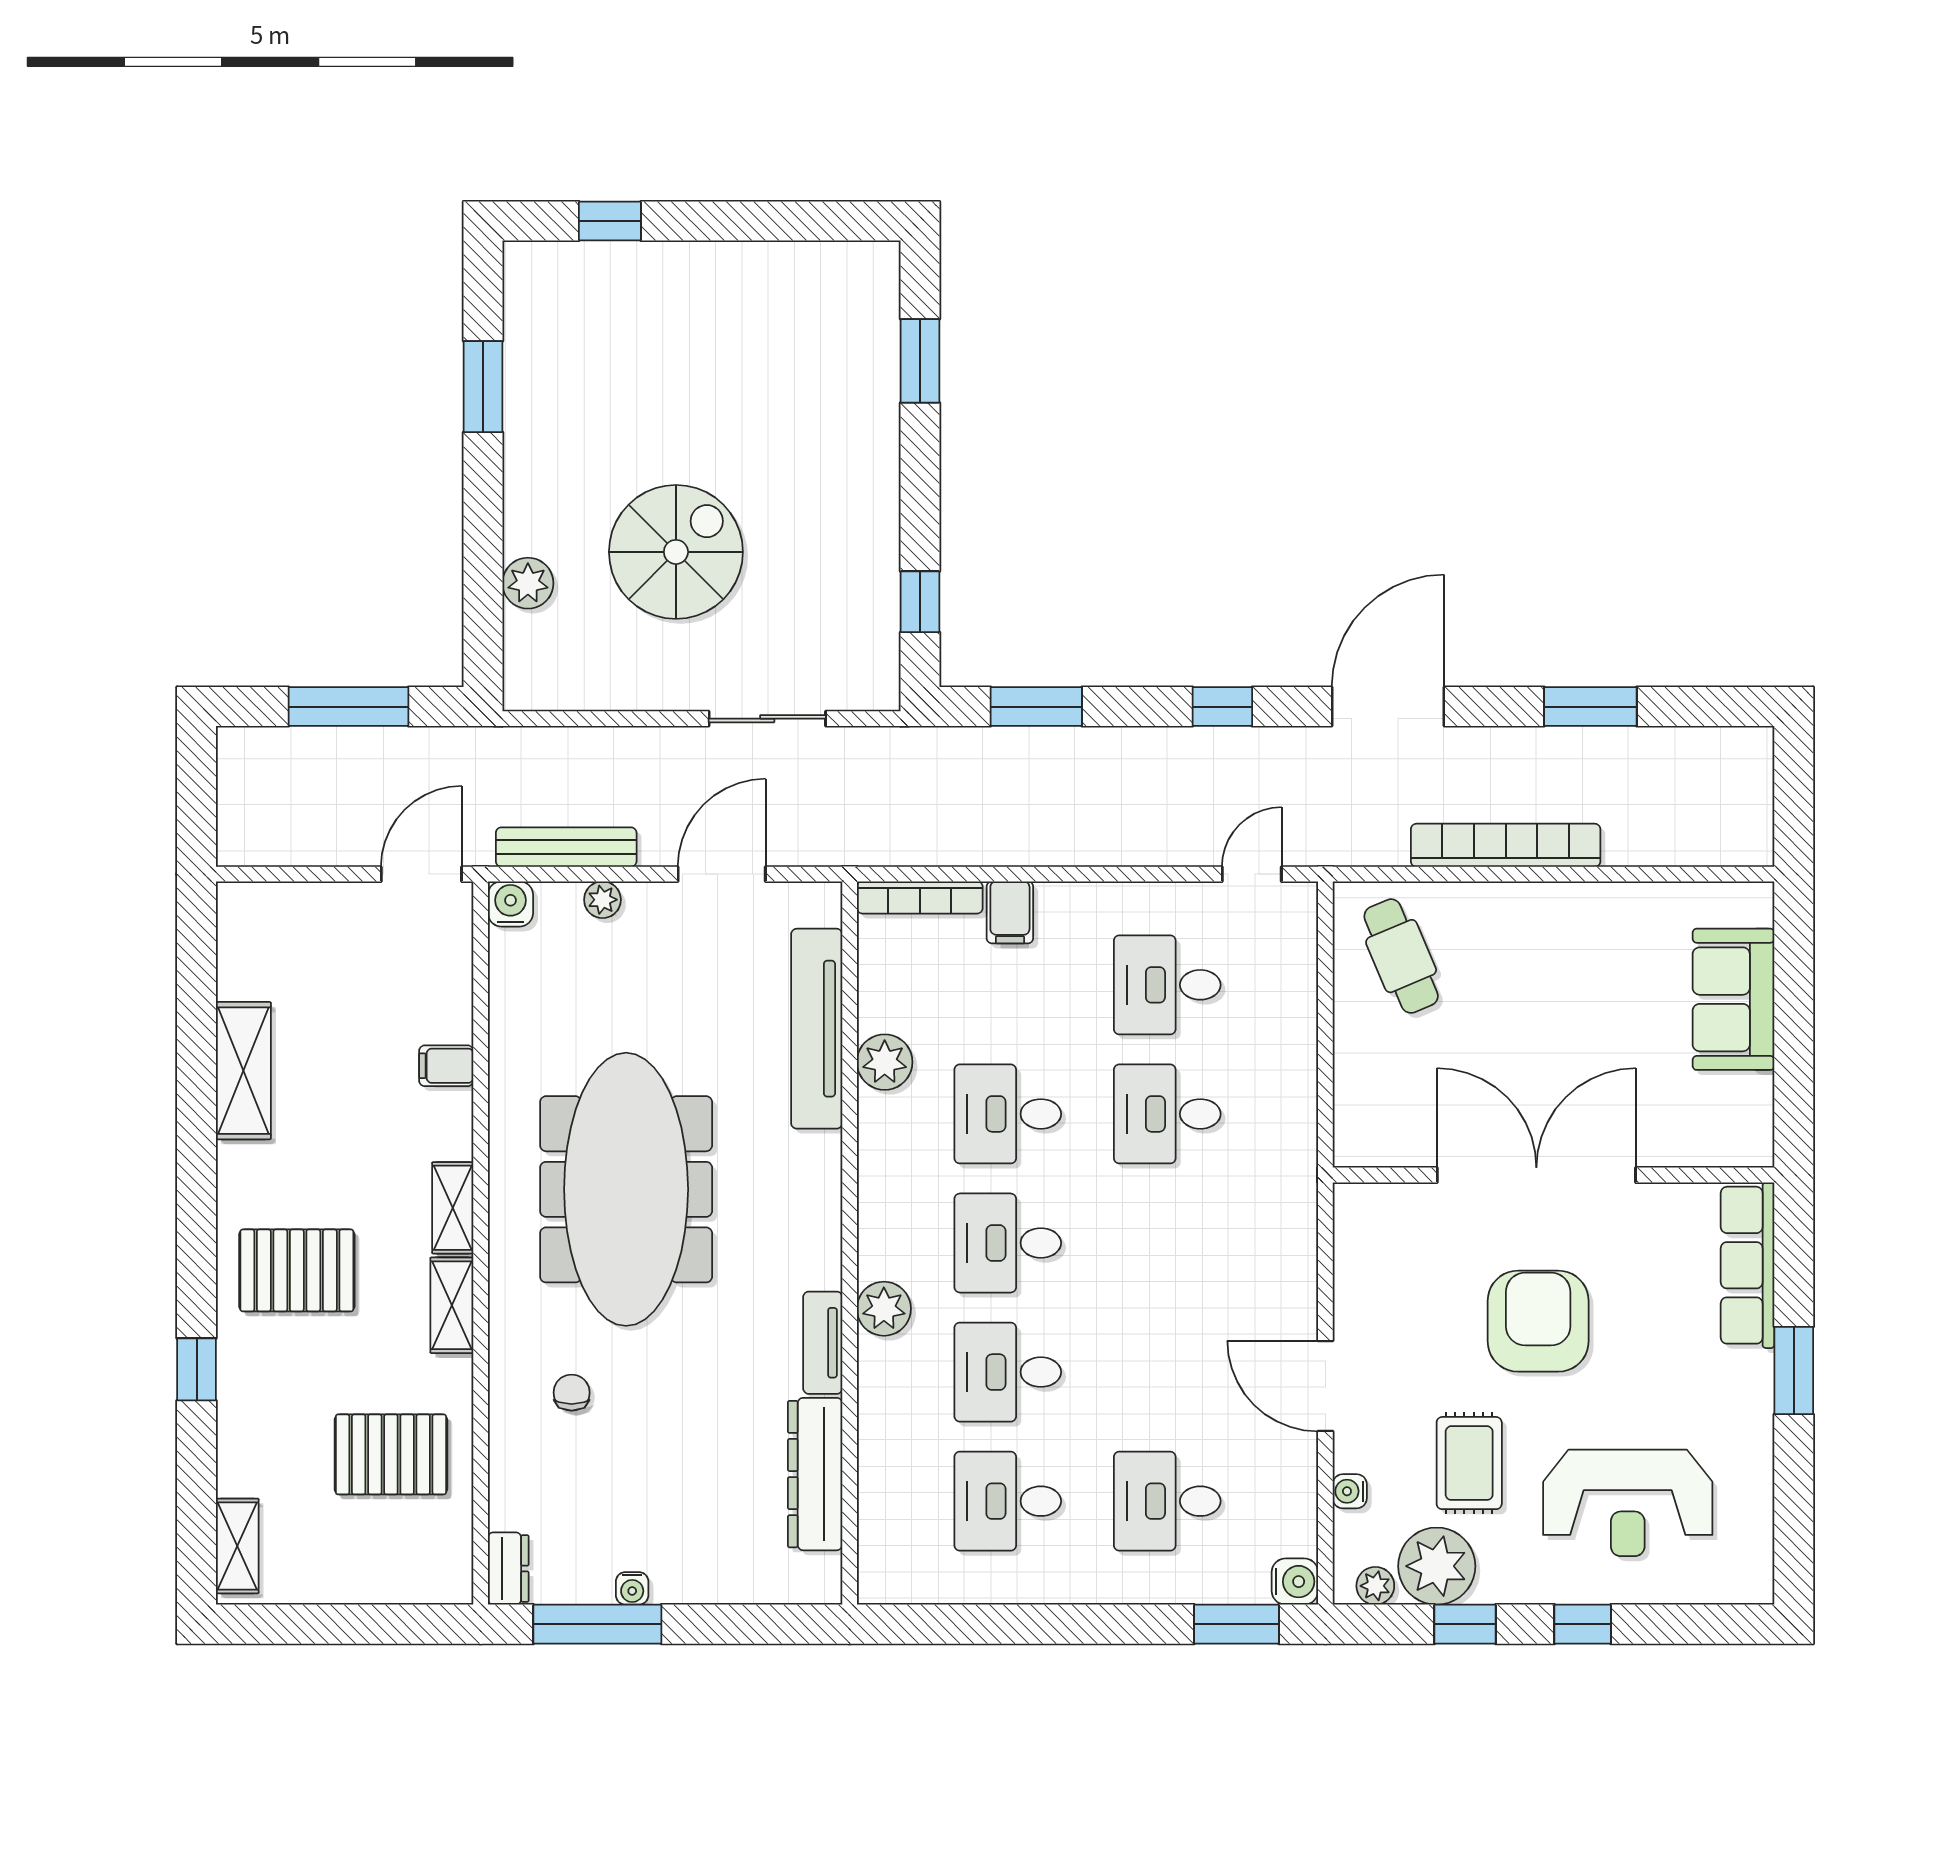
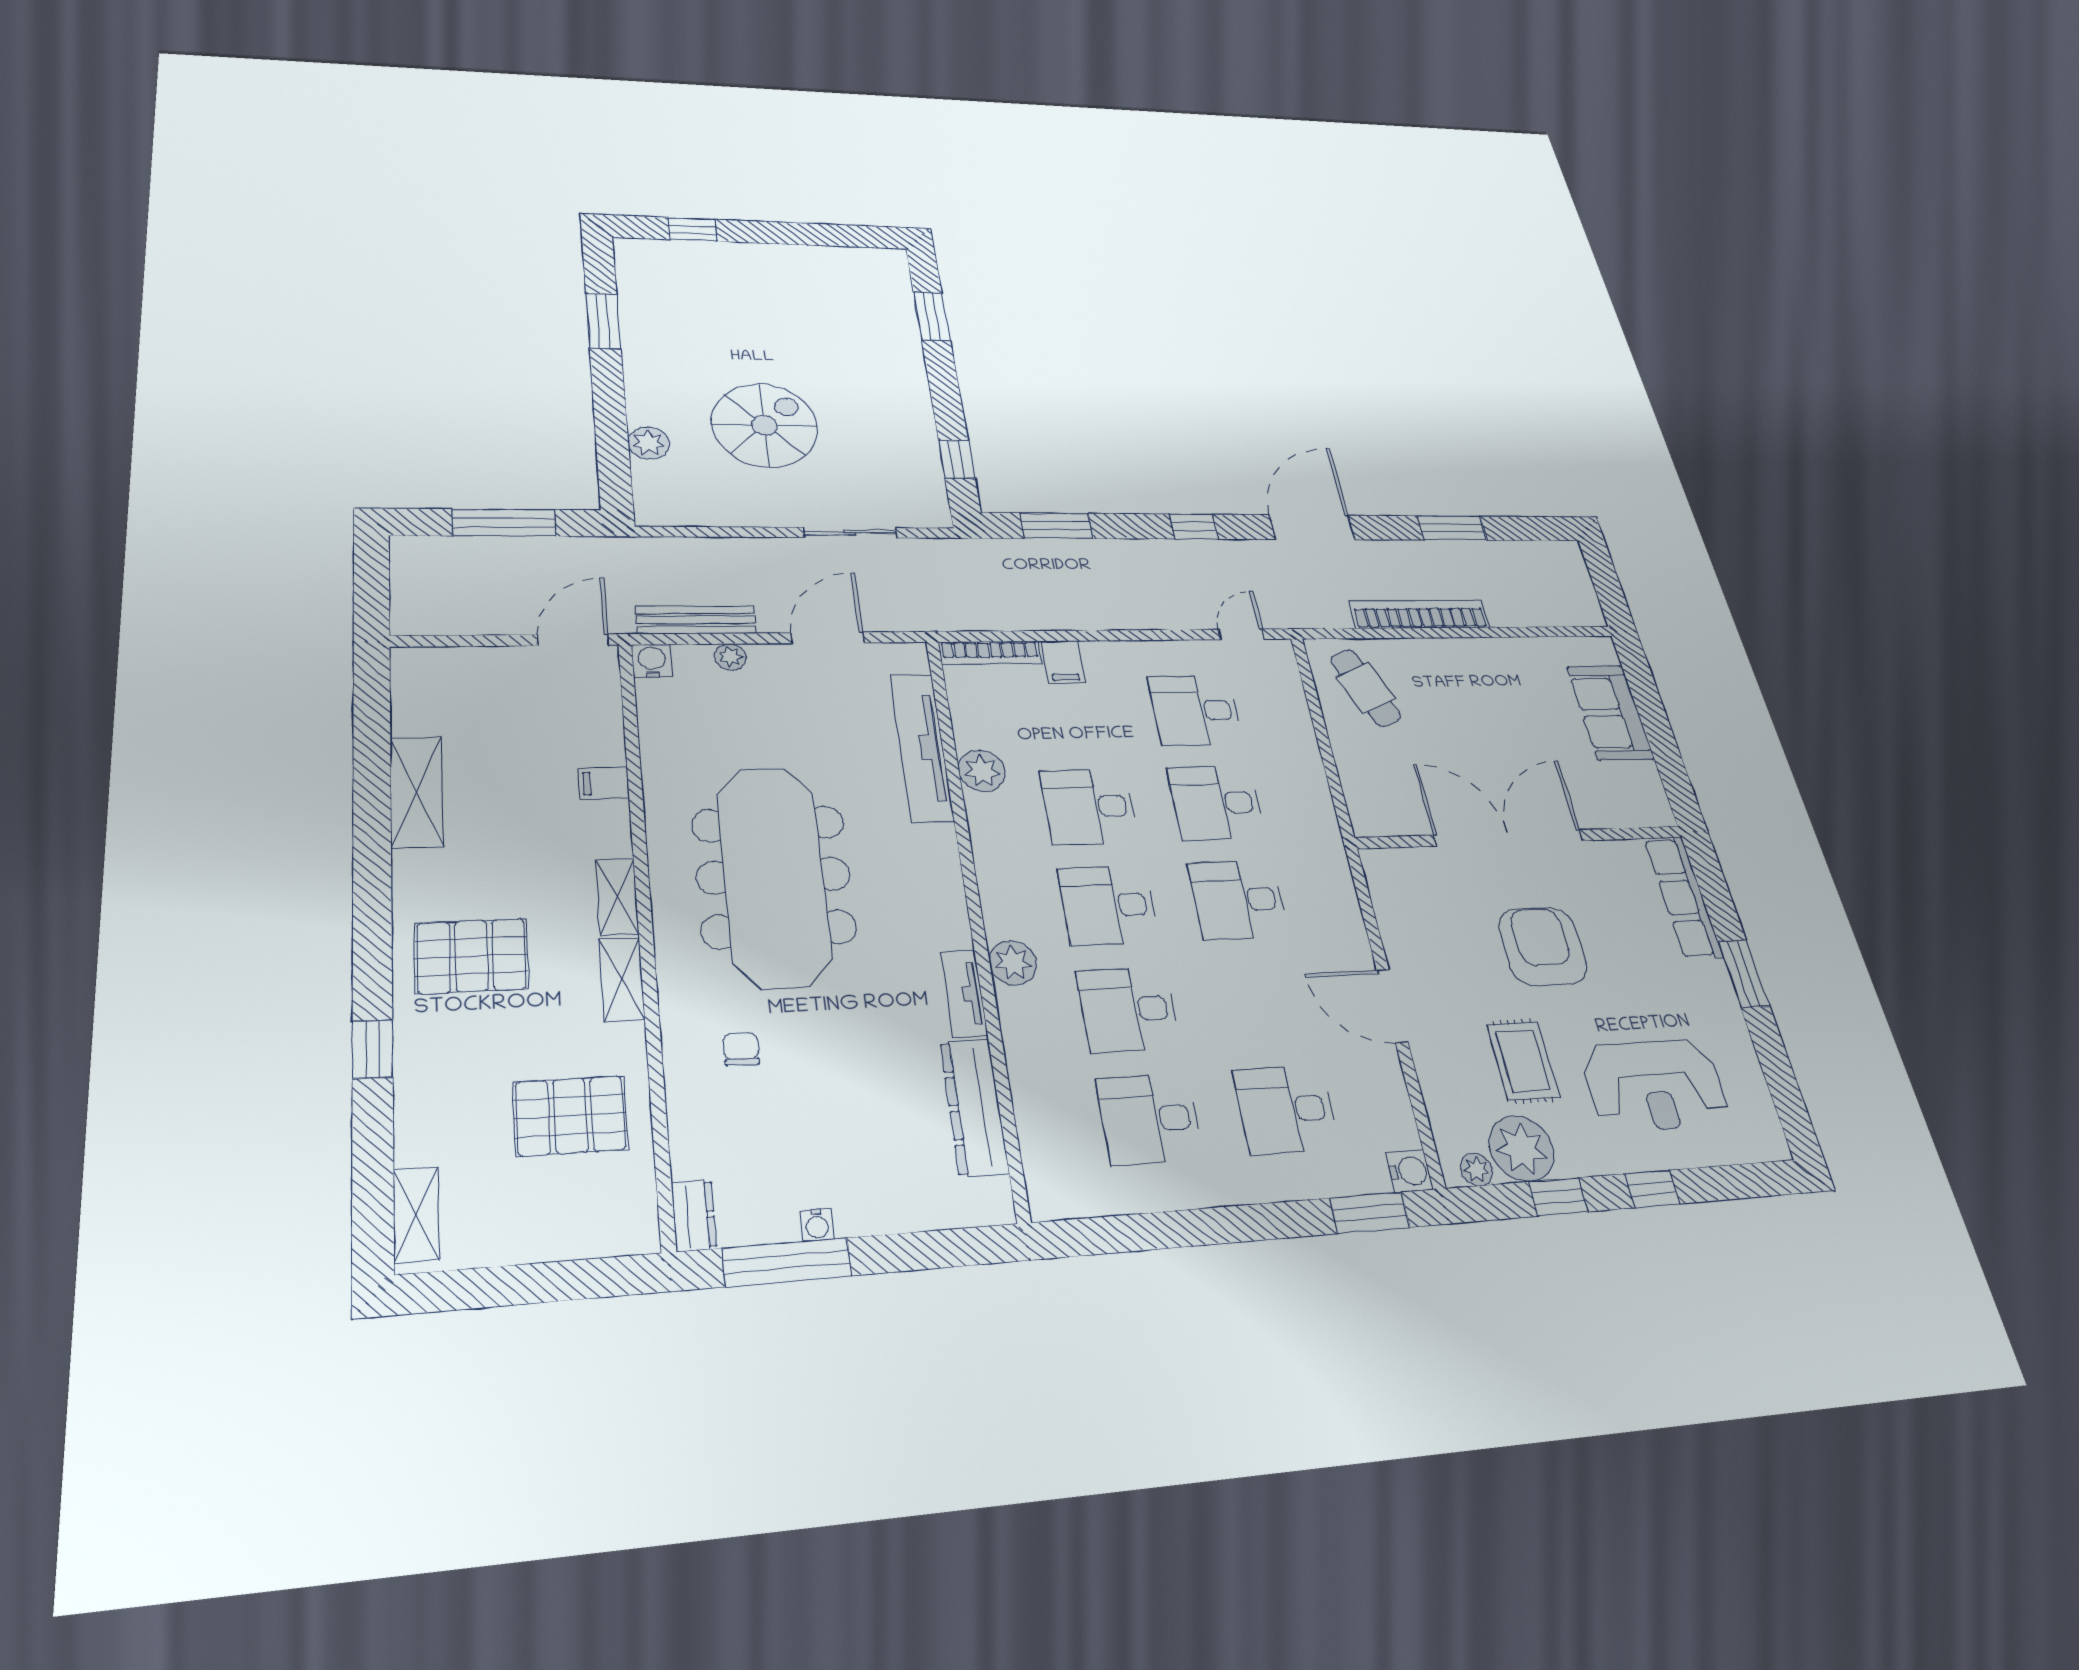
desk: (1167, 1243) -> (1238, 900), added
water cooler: (1350, 1491) -> (1434, 1091), removed

